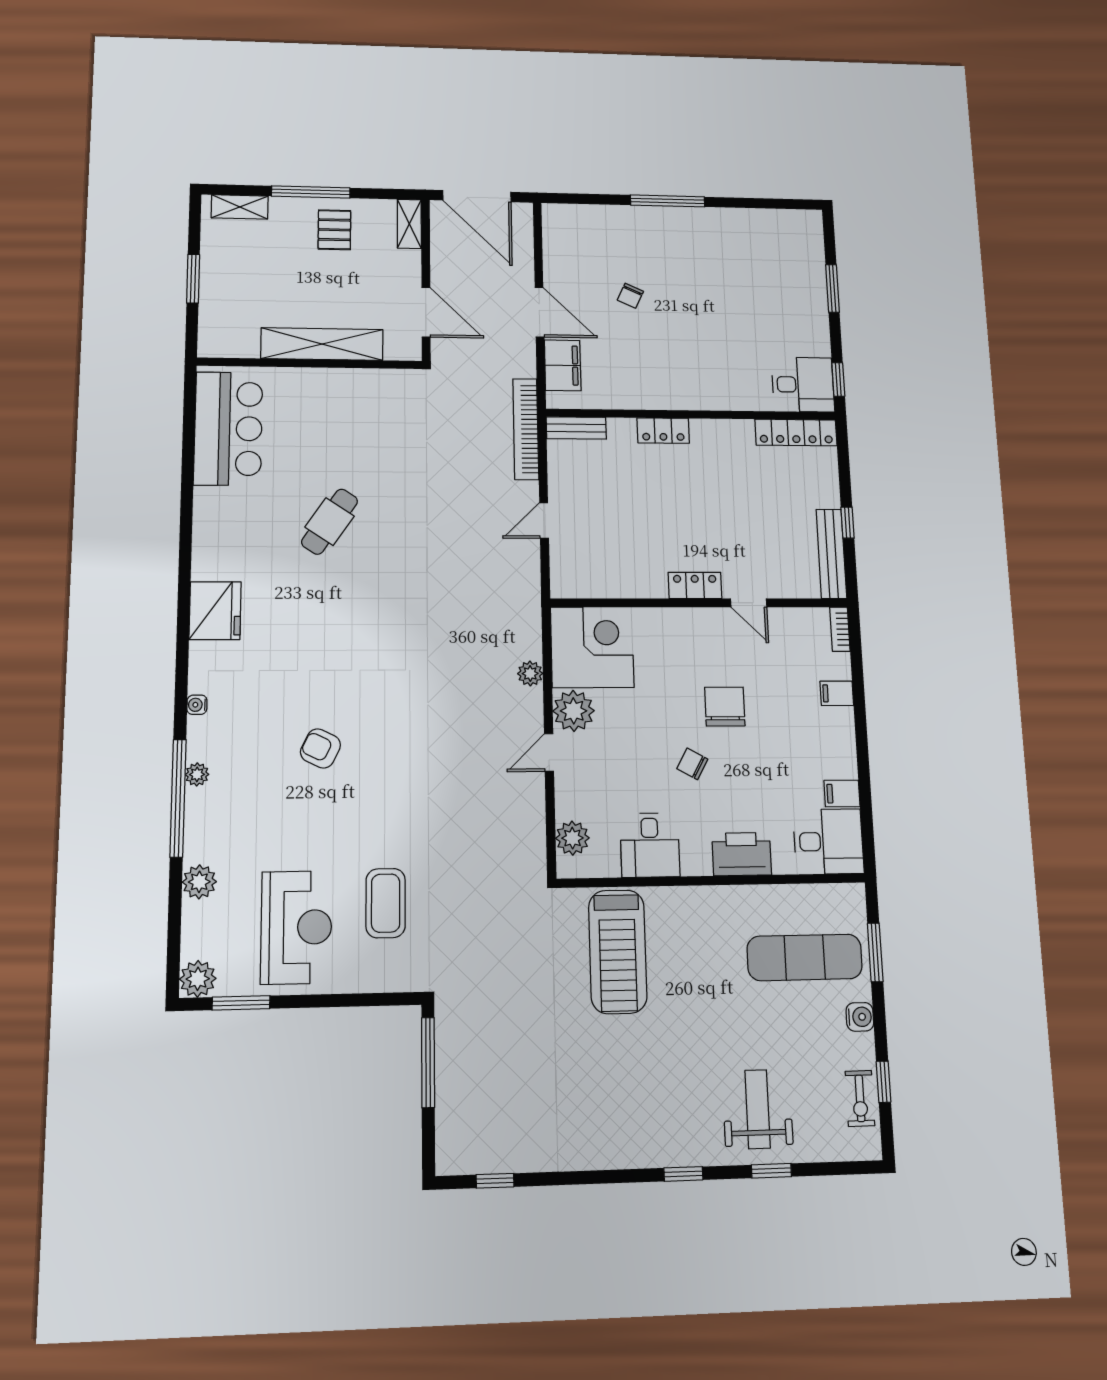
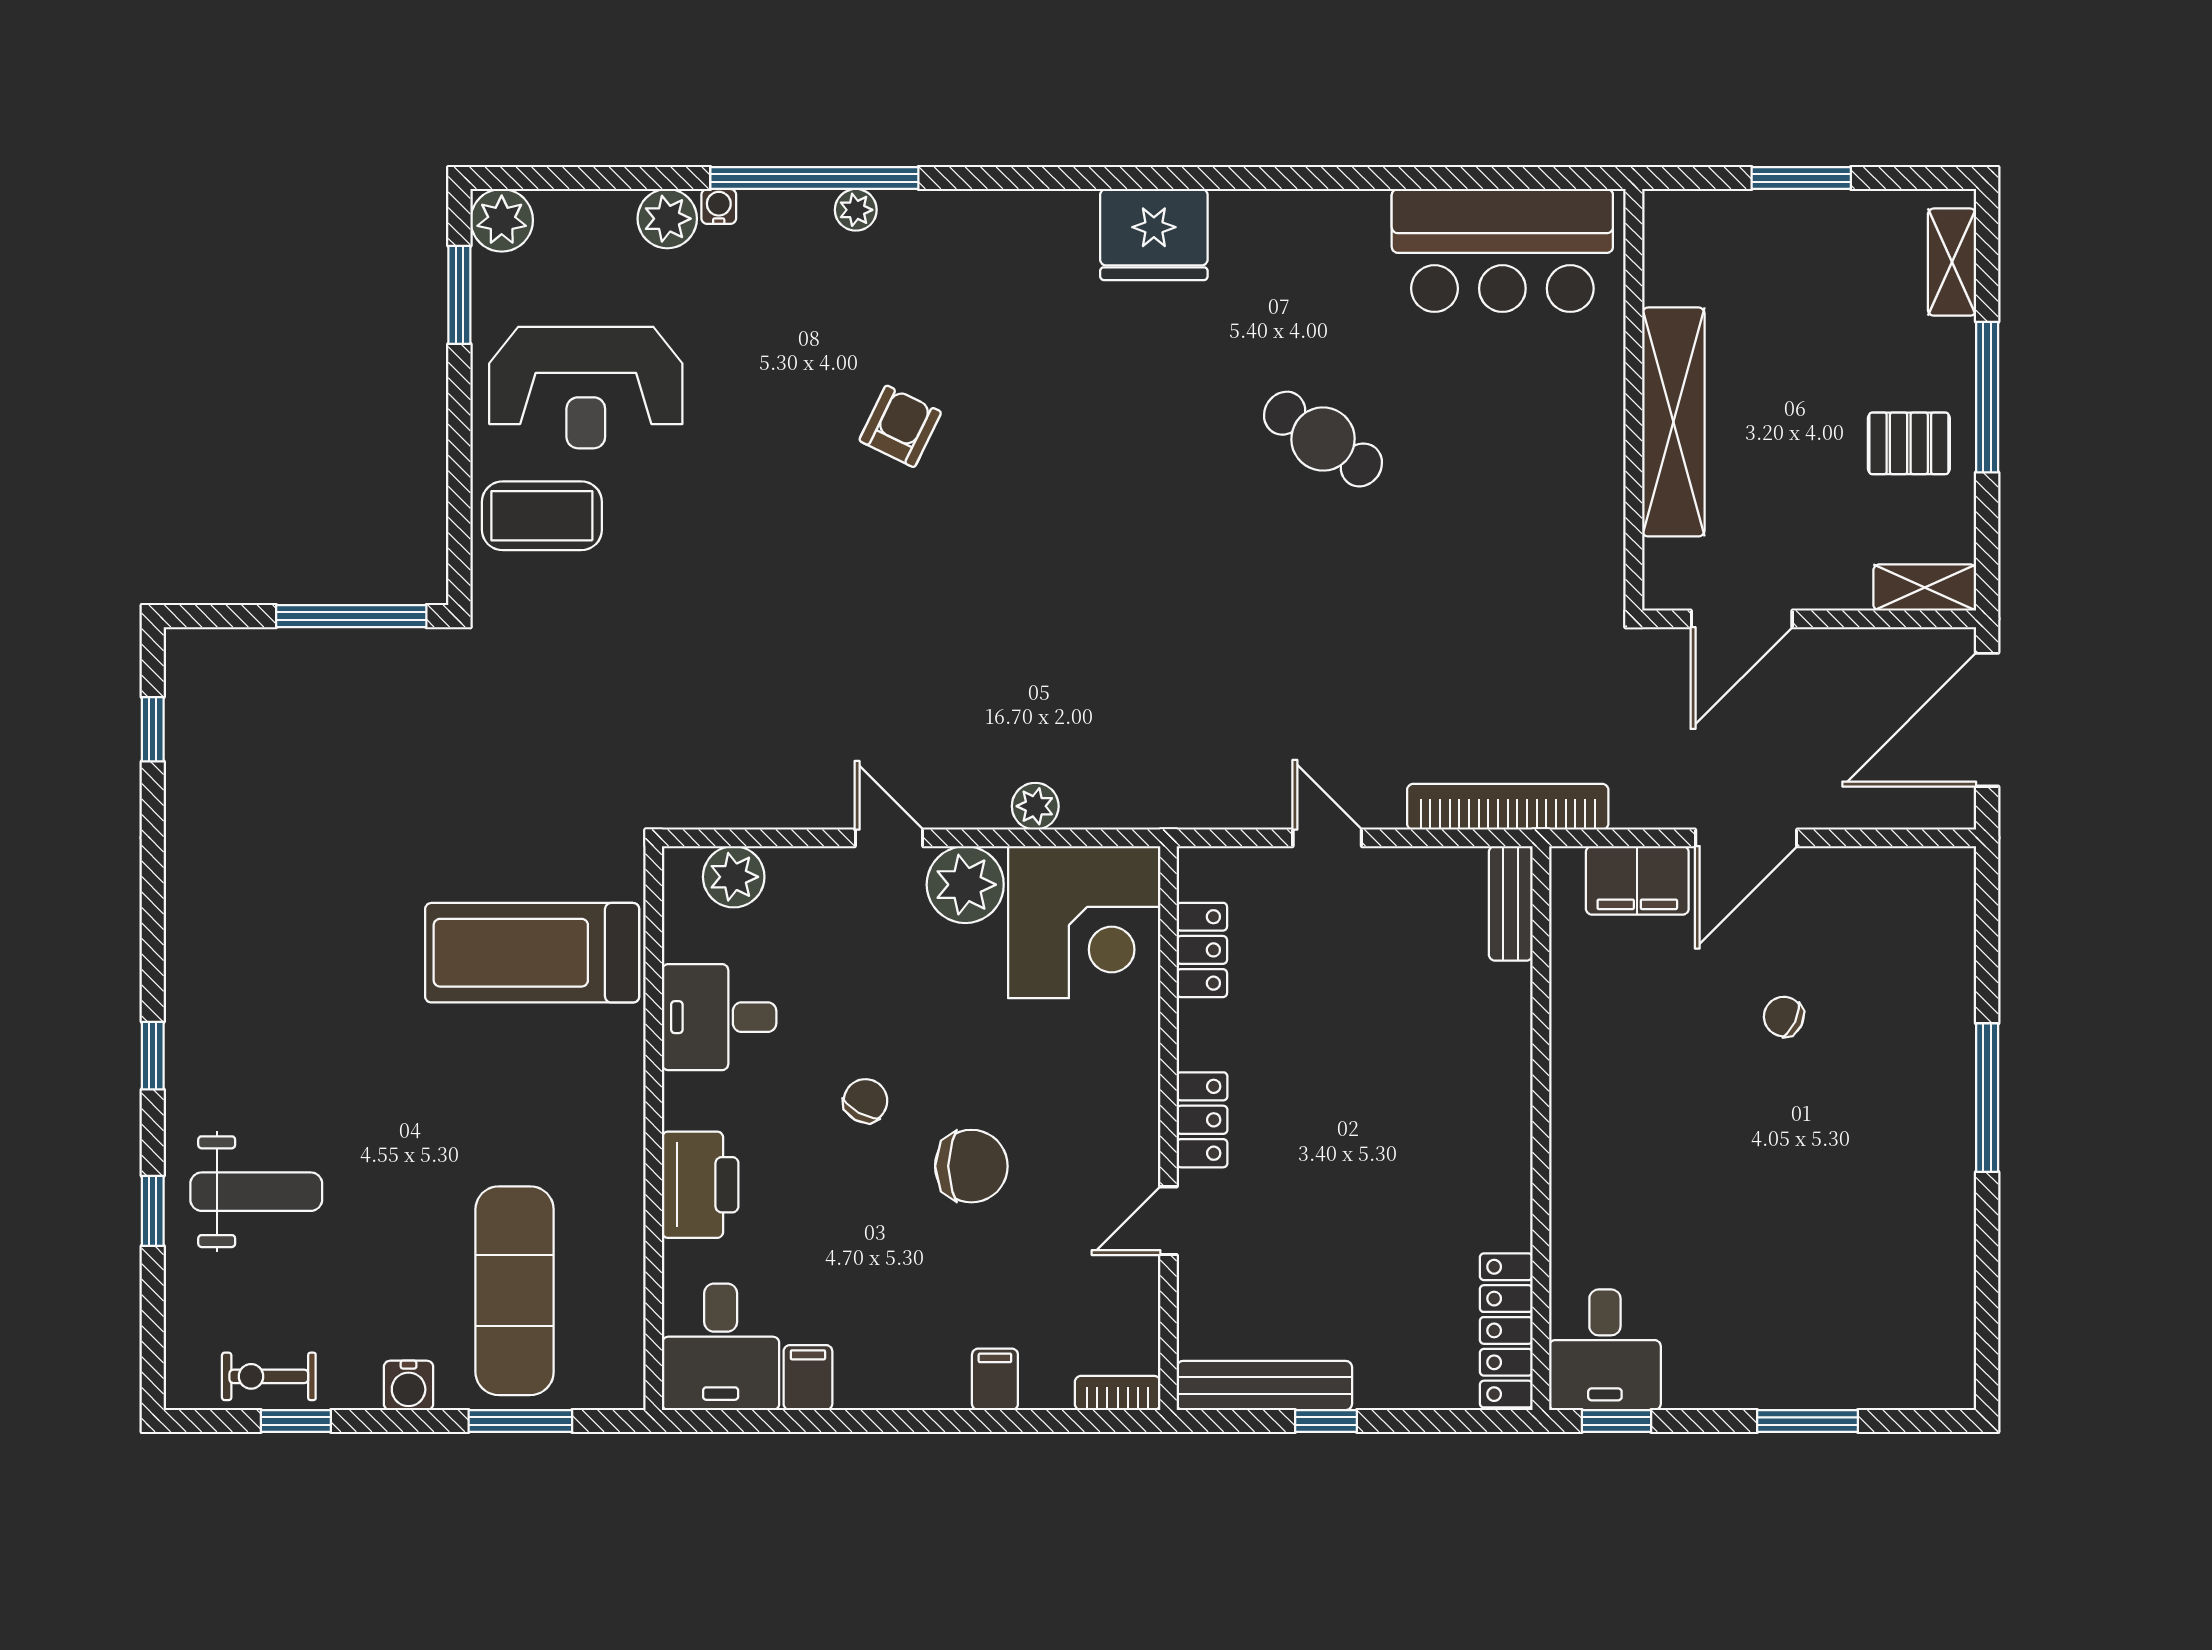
locker: (663, 431) -> (1202, 950), moved, turned 180
water cooler: (197, 705) -> (719, 206), moved
coffee table: (386, 903) -> (542, 516), moved

